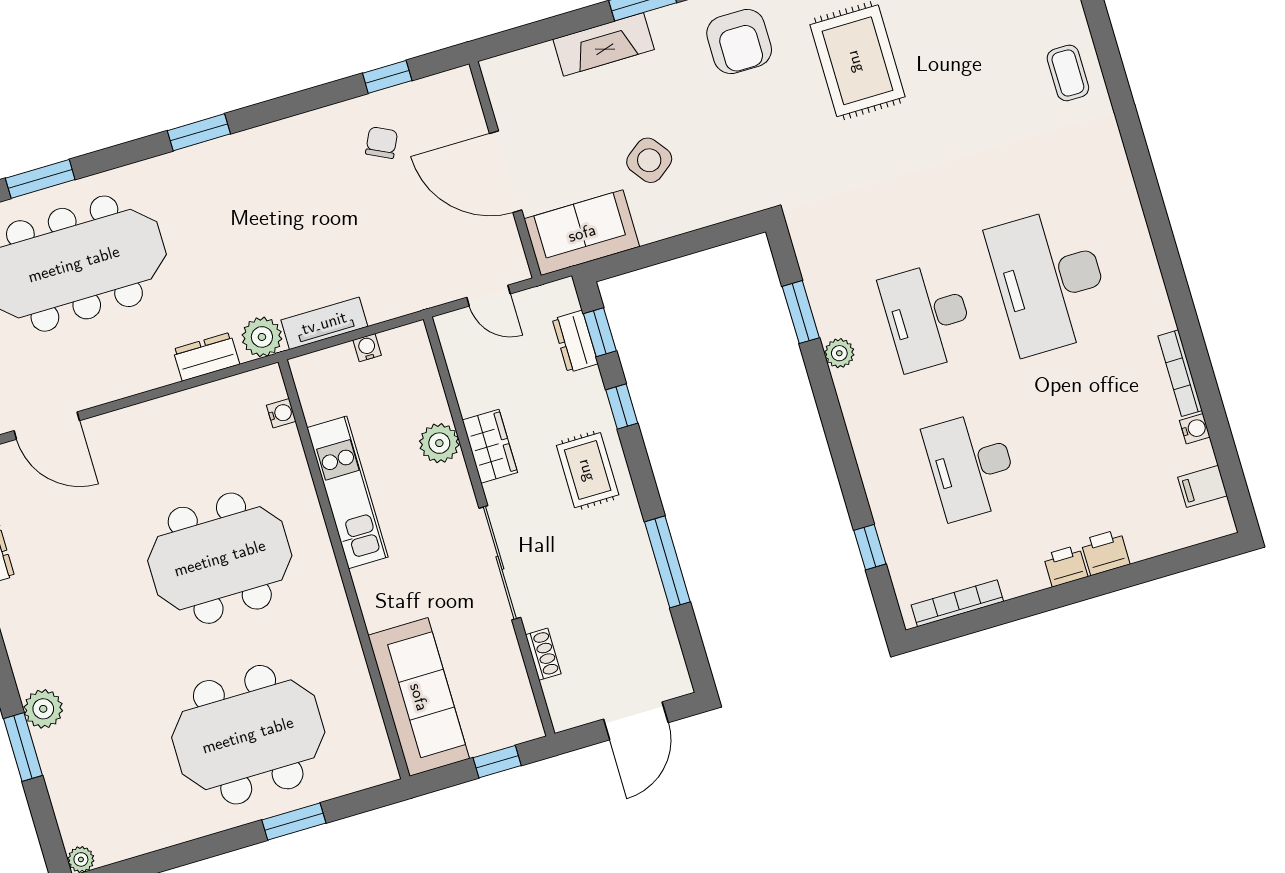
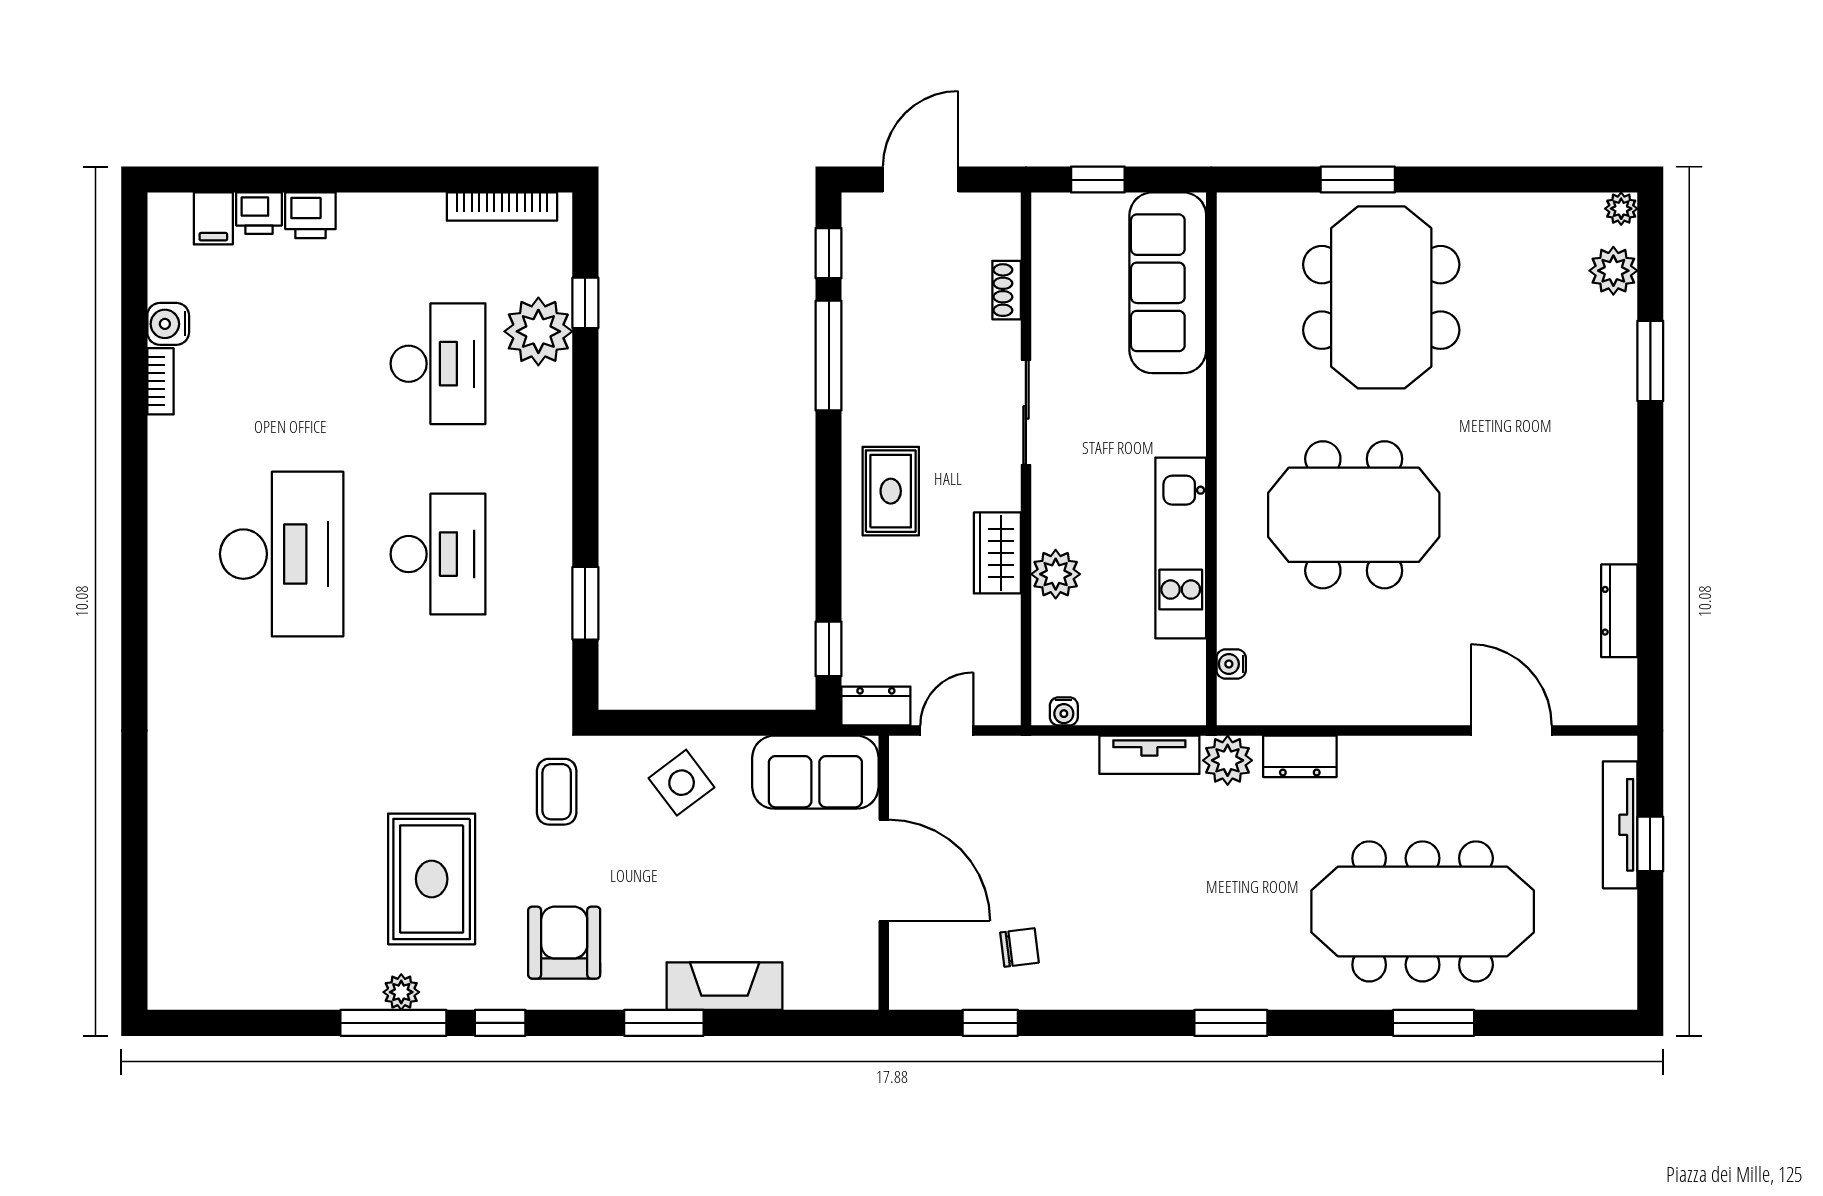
coffee table: (1068, 73) -> (557, 792), moved
chair: (382, 143) -> (1020, 948), turned -123
side table: (649, 160) -> (682, 783), moved
door: (489, 296) -> (947, 731), hinge flipped
dresser: (575, 341) -> (876, 706), moved, turned -90
water cooler: (367, 348) -> (1064, 711), moved
plant: (839, 353) -> (538, 331), moved, width x1.87, depth x1.87
bookcase: (1180, 373) -> (160, 381), width x0.64
window: (622, 406) -> (829, 253), moved
water cooler: (1195, 429) -> (168, 324), width x1.38, depth x1.38
filing cabinet: (1203, 486) -> (213, 218), moved, turned 90
sliding door: (500, 563) -> (1026, 412), width x0.73
printer: (1066, 566) -> (259, 213), moved
plant: (43, 709) -> (1613, 271), moved
meeting table: (248, 735) -> (1381, 297), turned 90

